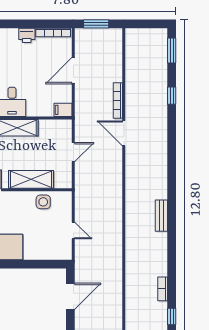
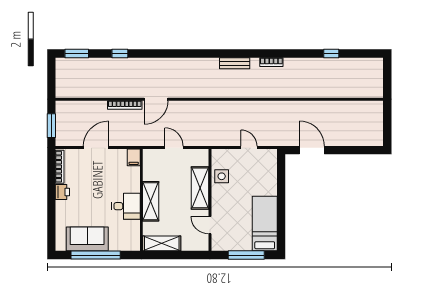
door: (73, 71) -> (96, 148), swing flipped
door: (73, 230) -> (249, 148), hinge flipped
bookcase: (163, 289) -> (271, 62), moved

